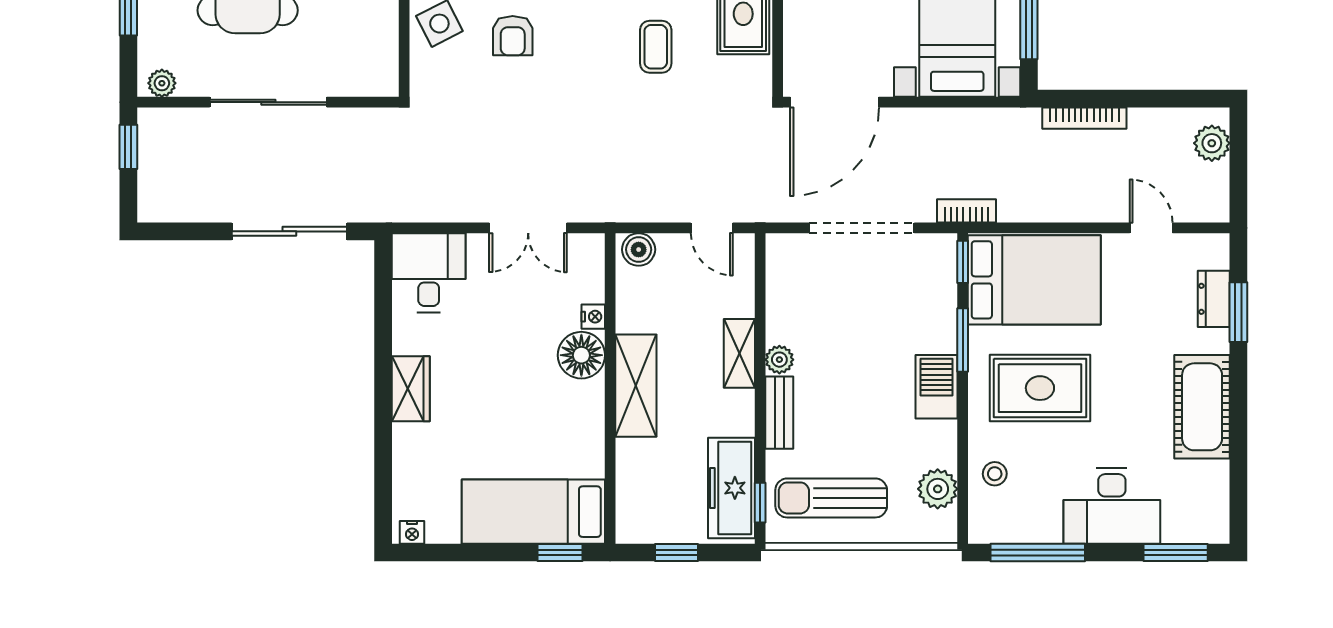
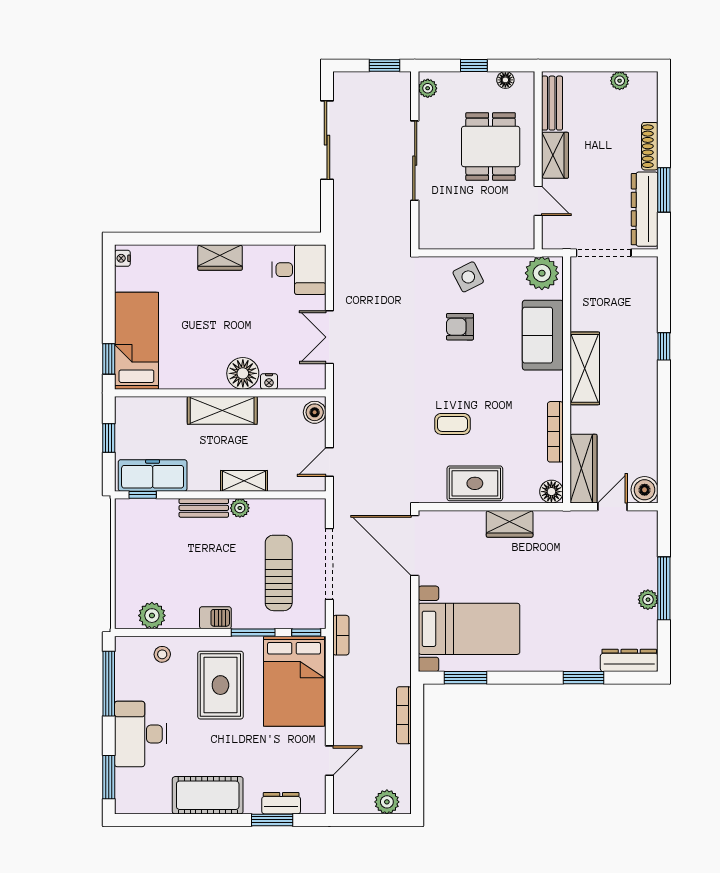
sliding door: (289, 231) -> (327, 140), moved
barbecue: (937, 387) -> (215, 618), width x0.73, depth x0.79
sun lounger: (831, 498) -> (279, 573), moved

